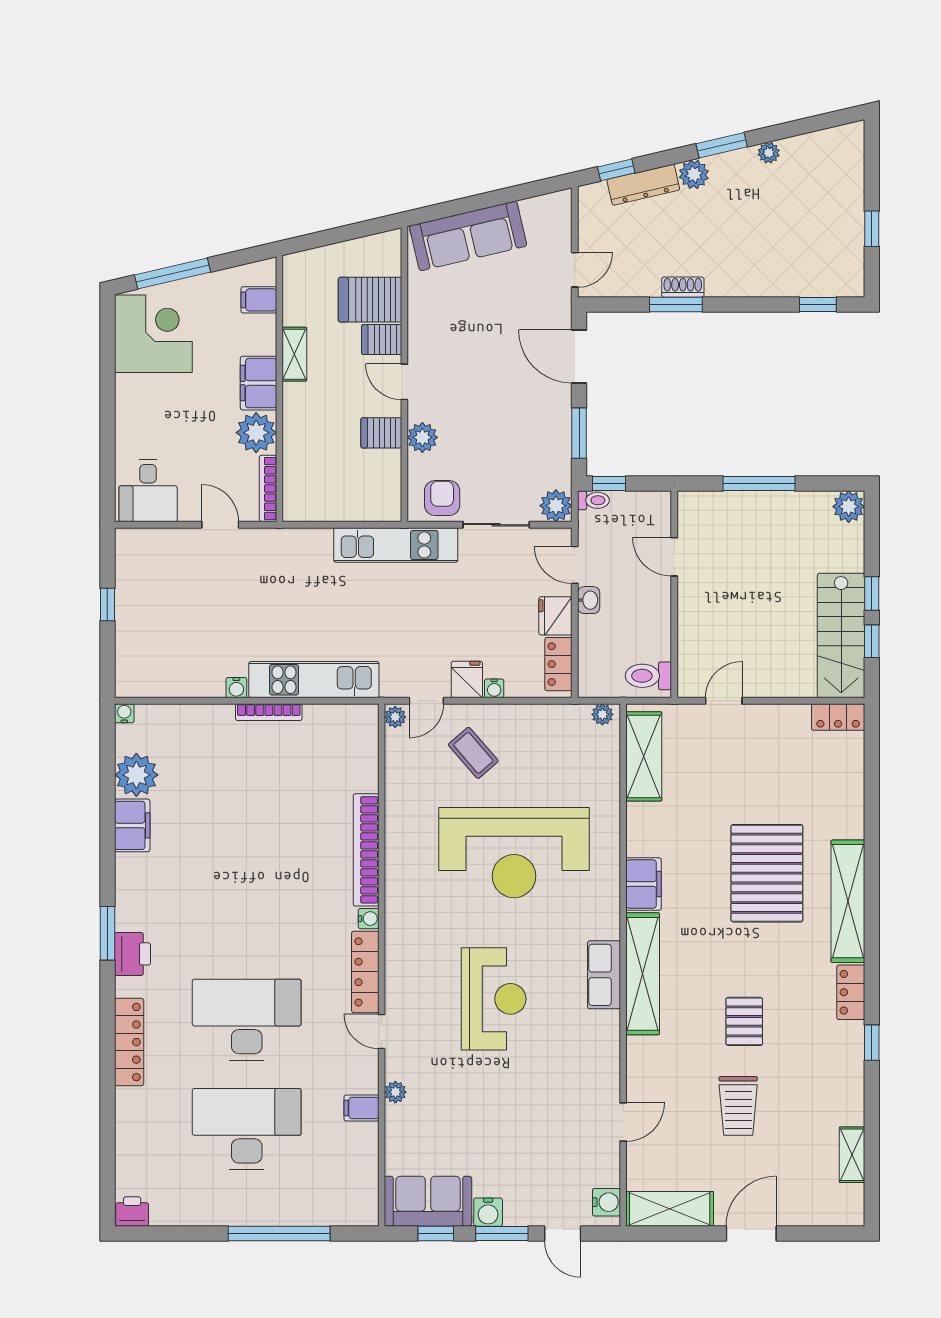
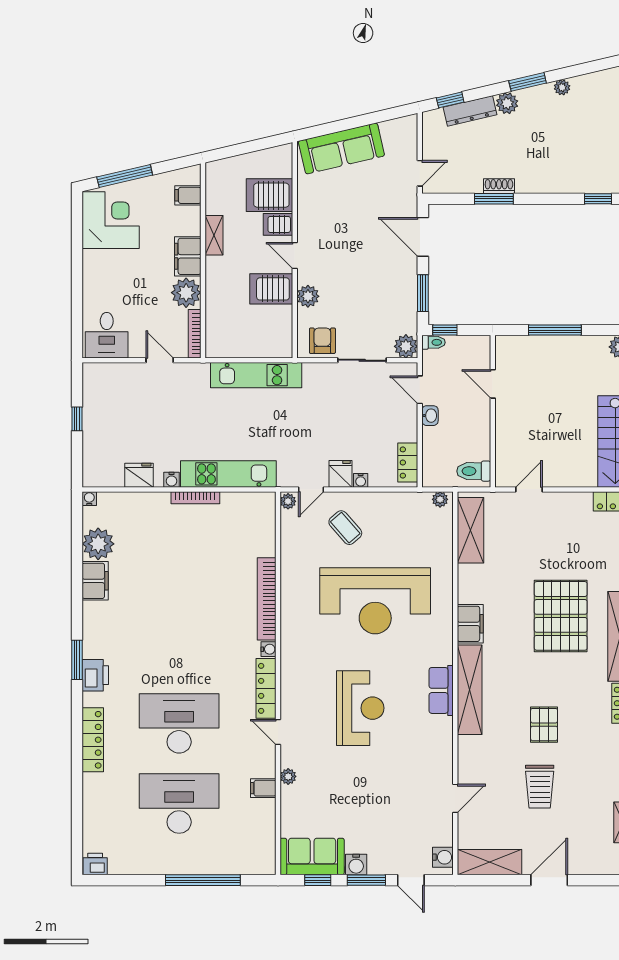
server rack: (381, 433) -> (271, 289), width x1.36, depth x1.44
kitchen unit: (396, 545) -> (256, 375), moved
fridge: (555, 616) -> (139, 475), moved, turned 90

